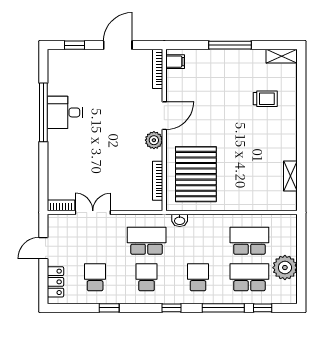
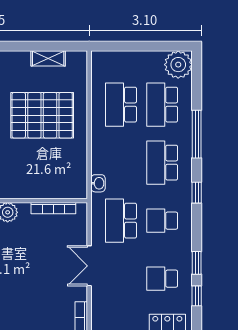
pallet: (196, 174) -> (42, 115), moved
double door: (93, 213) -> (89, 266), moved
plant: (285, 268) -> (178, 65), moved
school desk: (198, 277) -> (162, 163), width x1.85
window: (263, 308) -> (197, 296), moved

